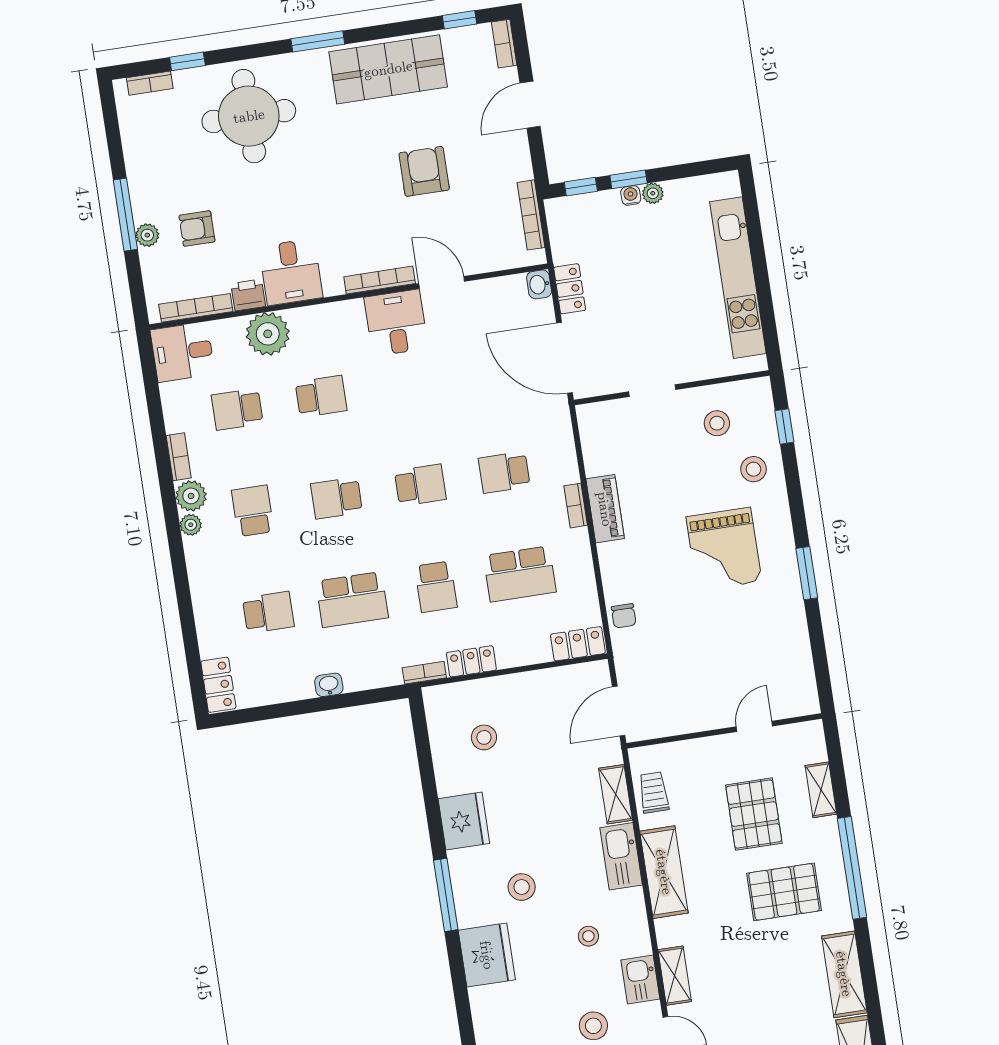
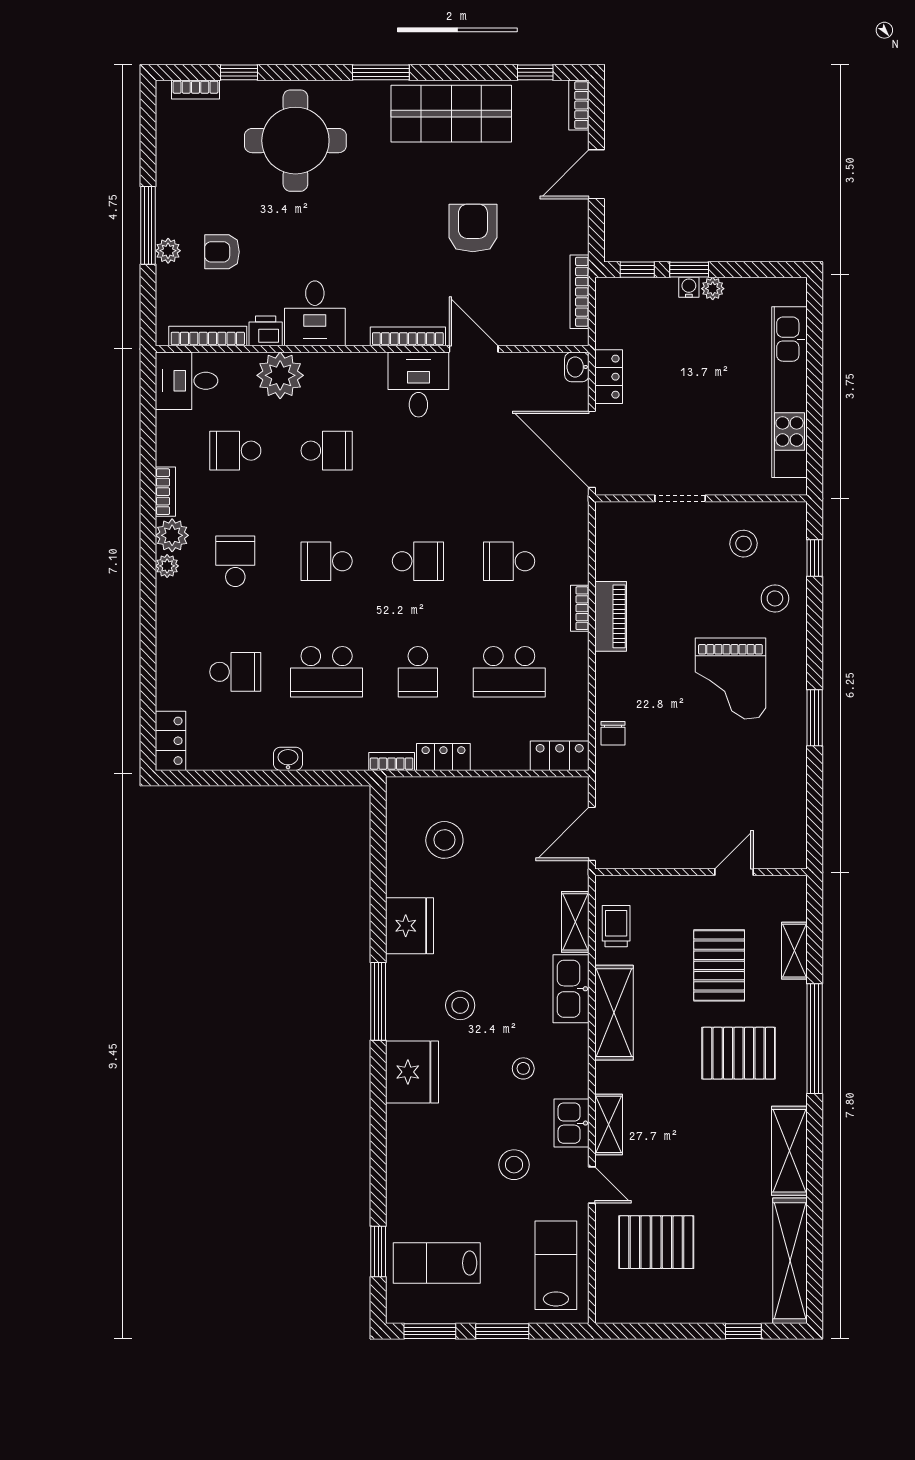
stool: (484, 737) -> (444, 840), width x1.38, depth x1.38

